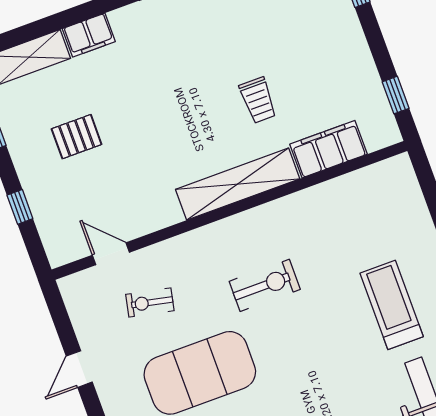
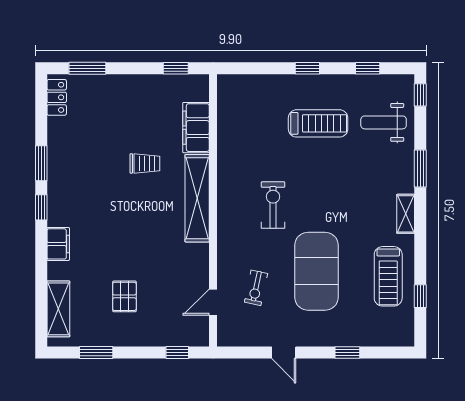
filing cabinet: (89, 35) -> (58, 244), moved
window: (20, 207) -> (177, 353), moved
treadmill: (392, 305) -> (318, 123), turned 180

